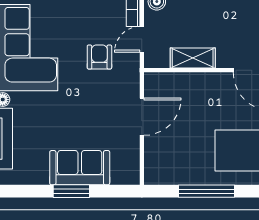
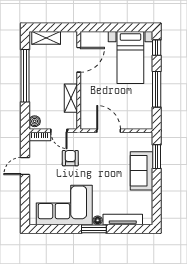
armchair: (99, 57) -> (70, 158), turned 90
window: (71, 191) -> (157, 157), moved

